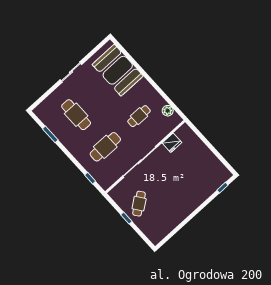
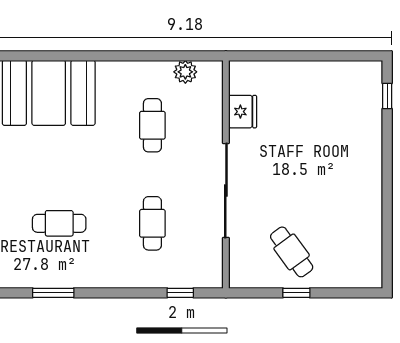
cafe table: (76, 115) -> (59, 223), width x0.73, depth x0.74
cafe table: (105, 147) -> (152, 223), width x0.73, depth x0.74

